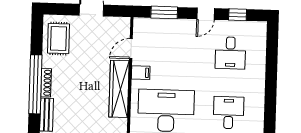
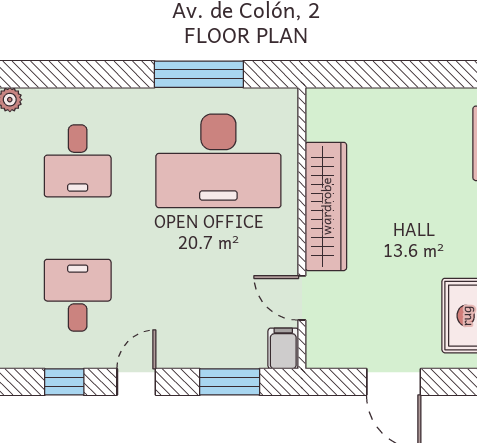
door: (131, 49) -> (302, 298), swing flipped
filing cabinet: (141, 73) -> (283, 348), moved, turned 90

